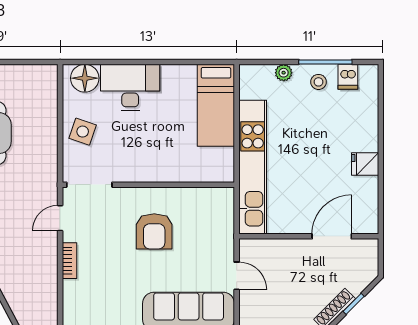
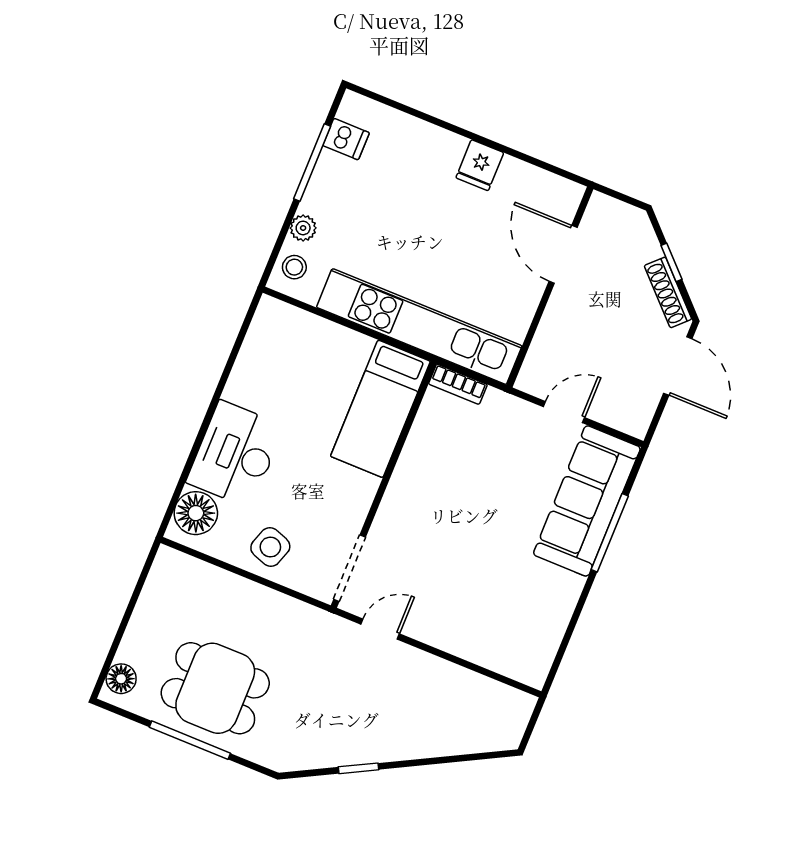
stool: (318, 82) -> (294, 267), moved
bed: (216, 105) -> (380, 409), moved, turned 90
door: (60, 218) -> (380, 629), swing flipped
armchair: (154, 231) -> (453, 503), removed
bookcase: (69, 261) -> (458, 384), moved, turned 180

